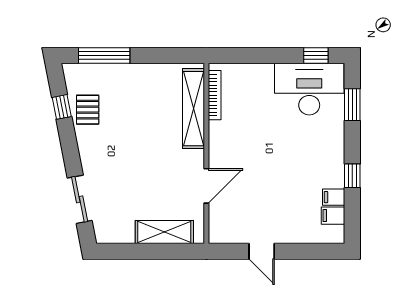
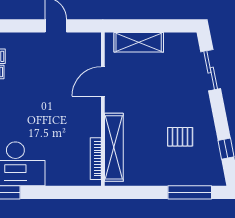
pallet: (88, 110) -> (180, 137), moved, turned 90

